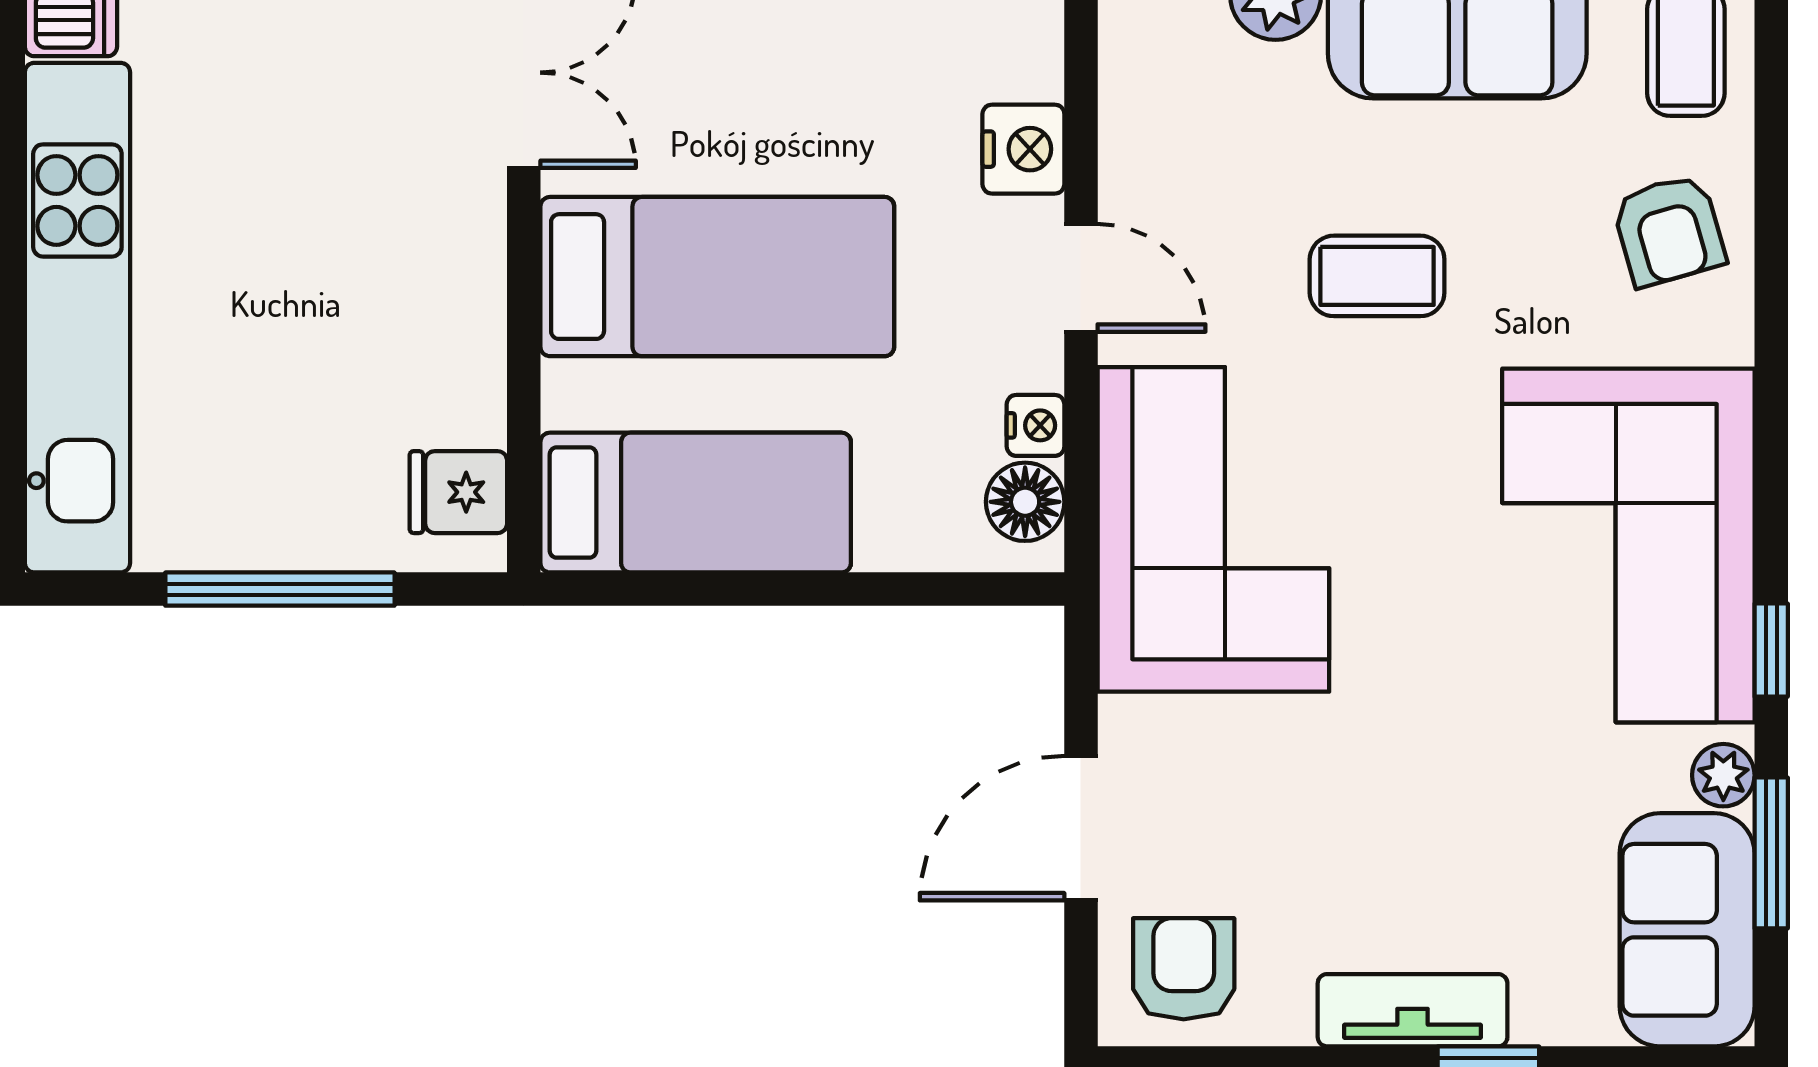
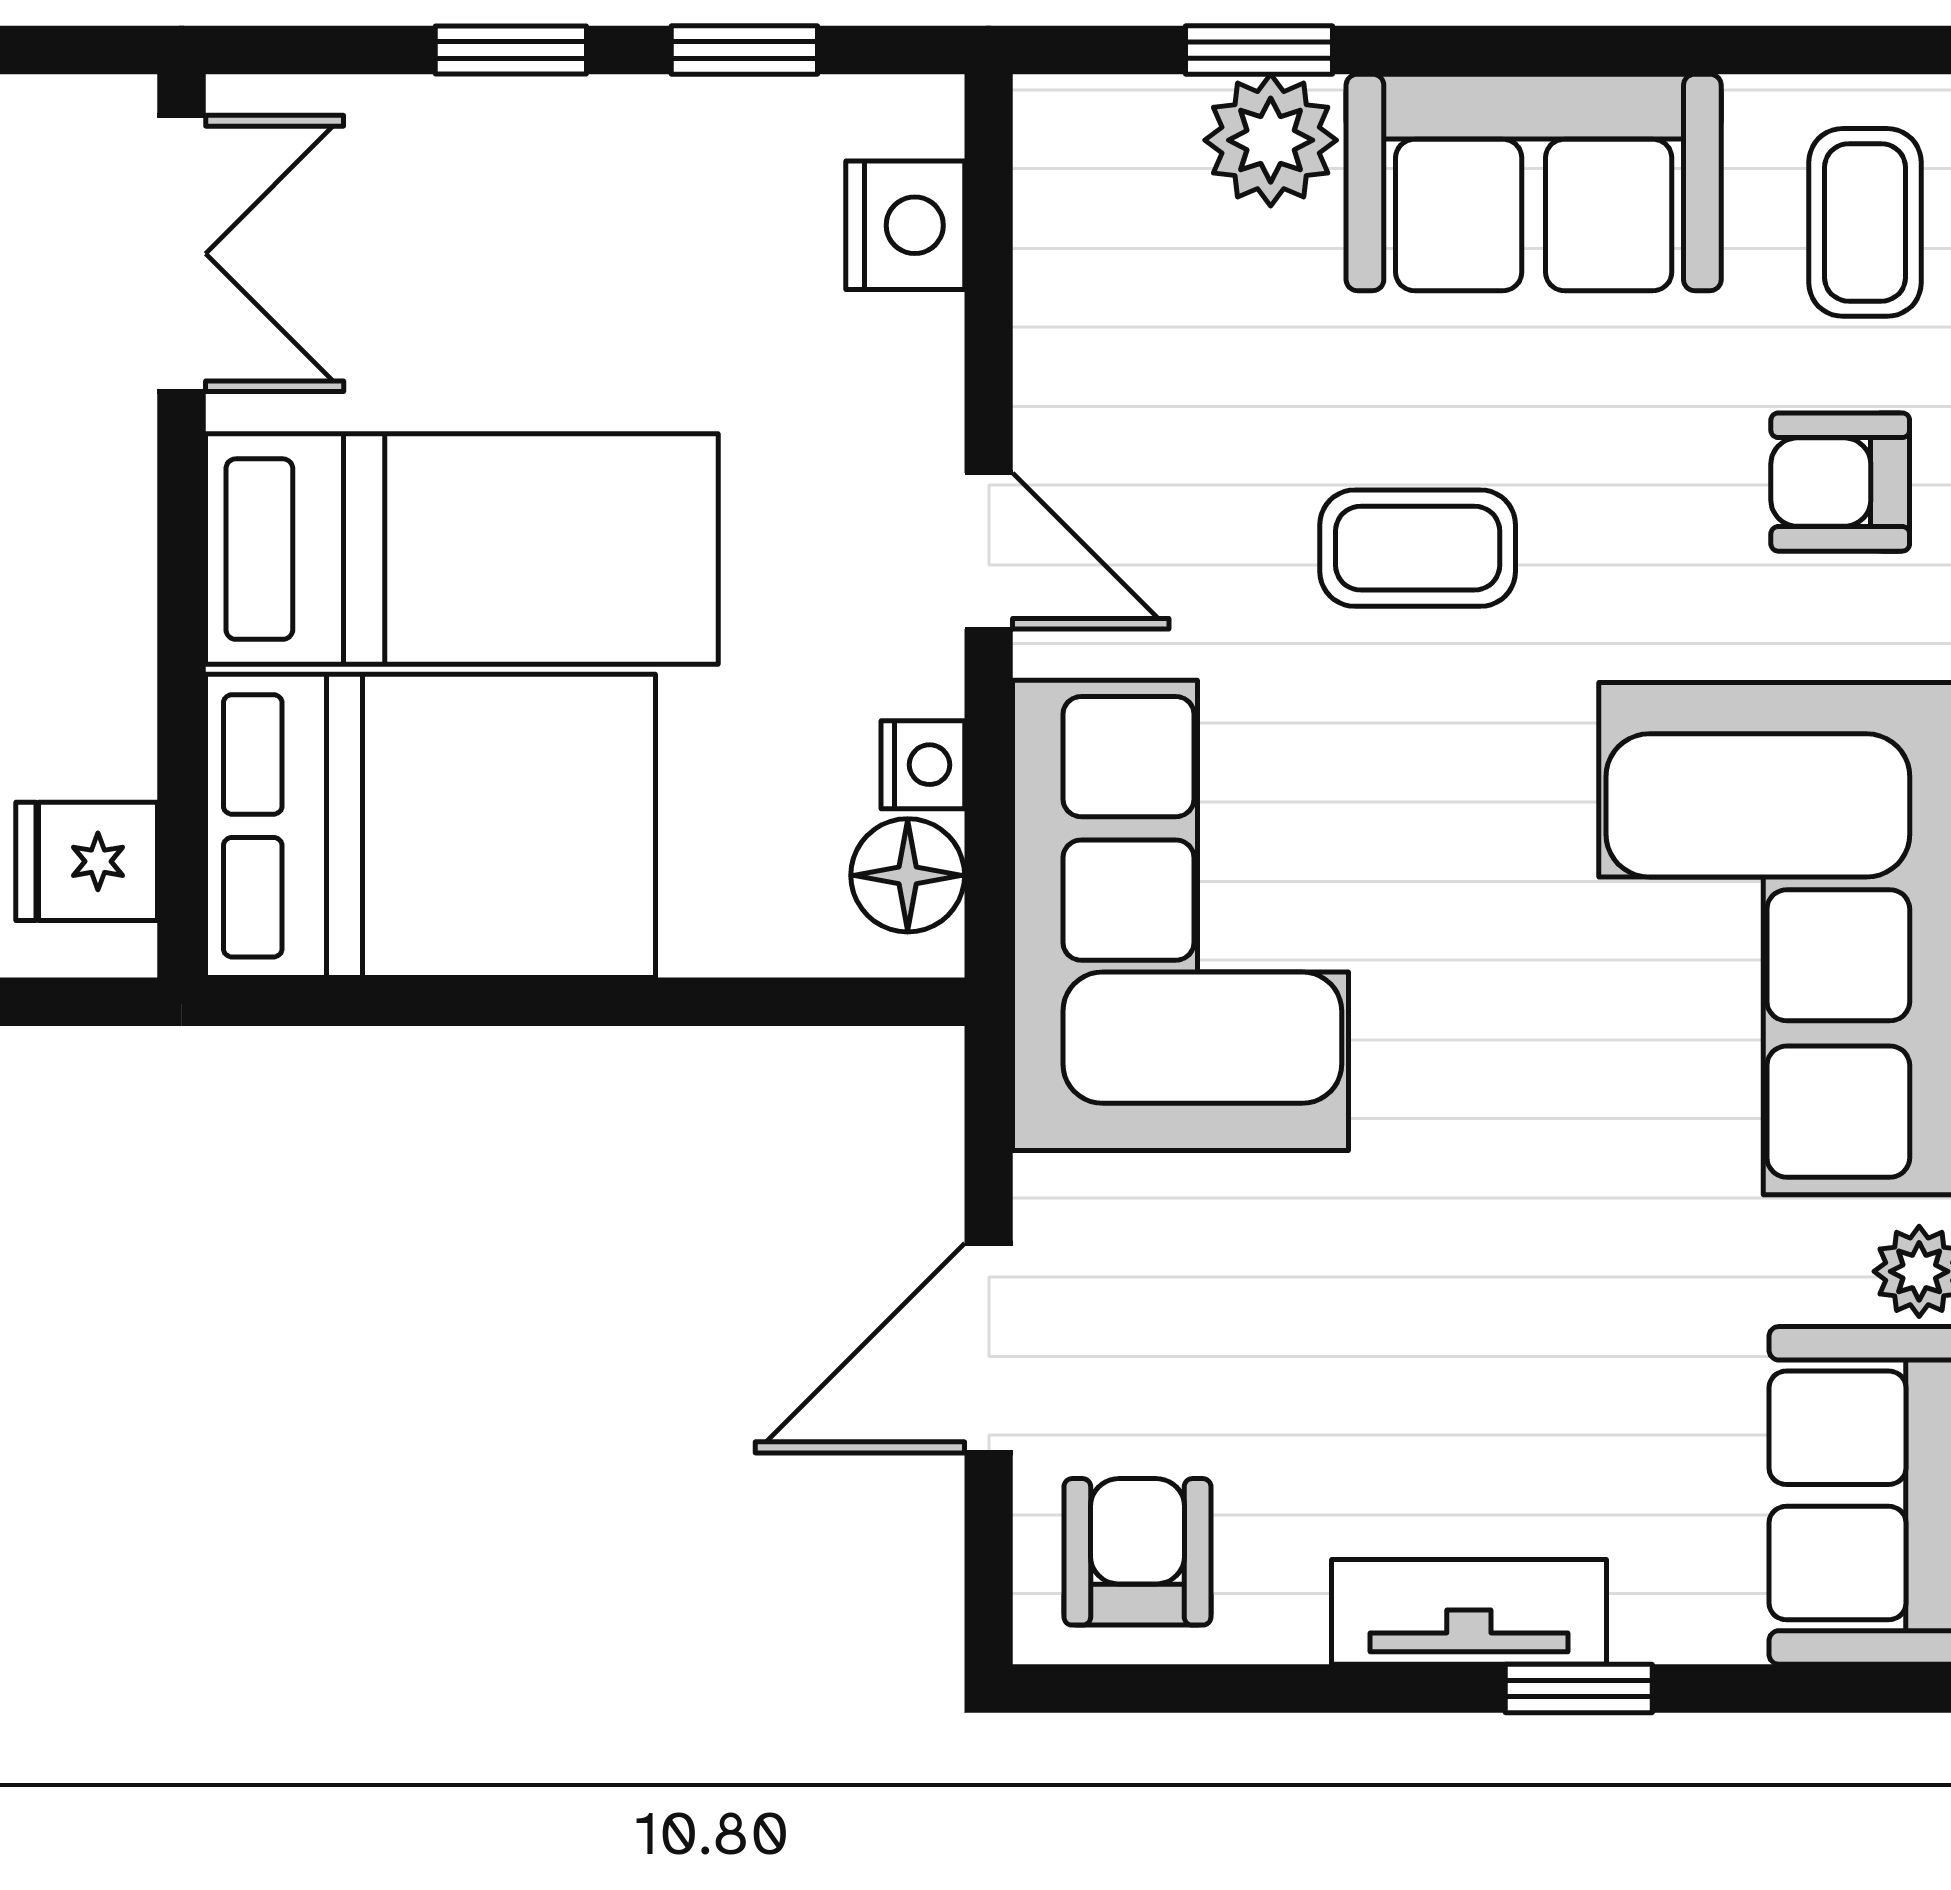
nightstand: (1023, 149) -> (905, 225), moved
armchair: (1669, 230) -> (1840, 482), turned 106
bed: (696, 503) -> (430, 826), width x1.50

